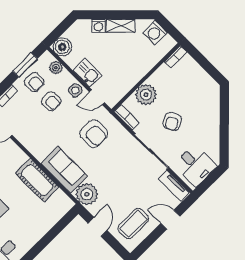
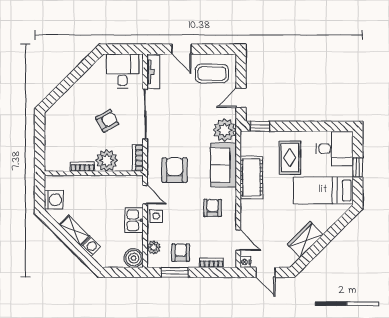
bookcase: (176, 57) -> (82, 167), moved
armchair: (51, 101) -> (213, 208), moved
rug: (24, 219) -> (290, 158), added
window: (66, 220) -> (260, 126), added

